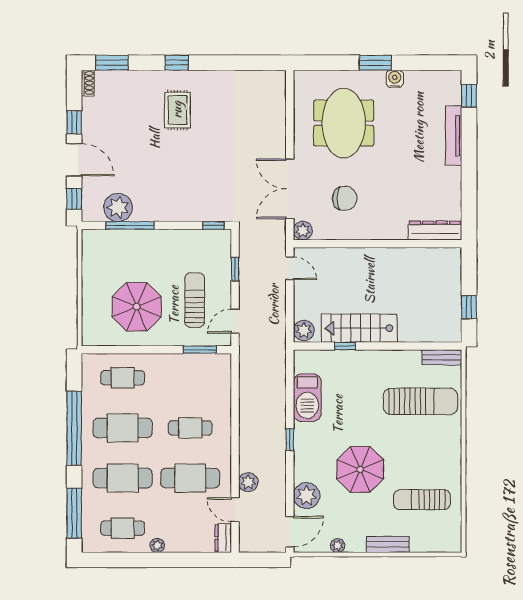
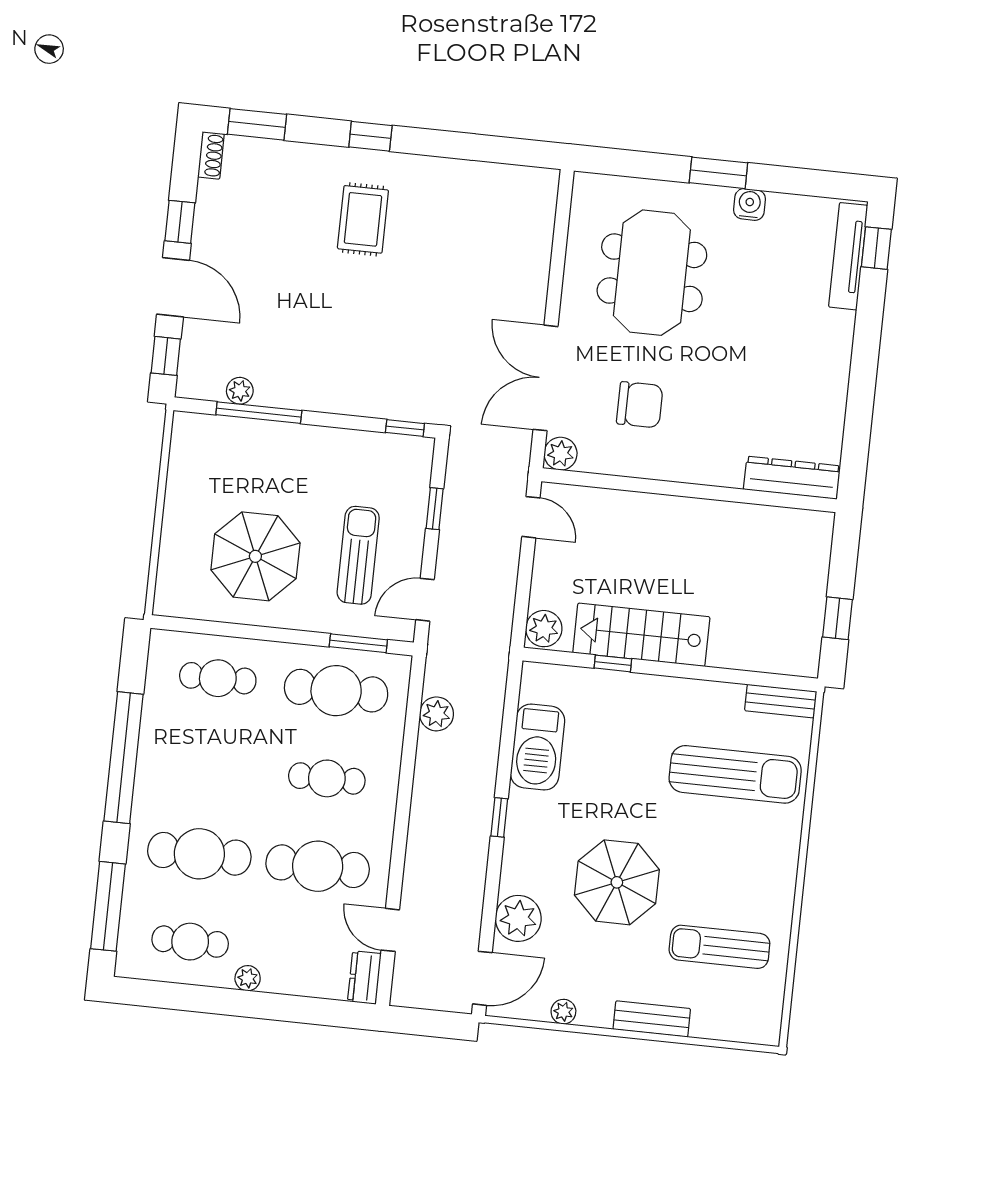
tv unit: (454, 136) -> (848, 256), moved
plant: (118, 208) -> (240, 391), width x0.53, depth x0.53
cafe table: (123, 428) -> (336, 691), moved
plant: (248, 482) -> (437, 714), moved

